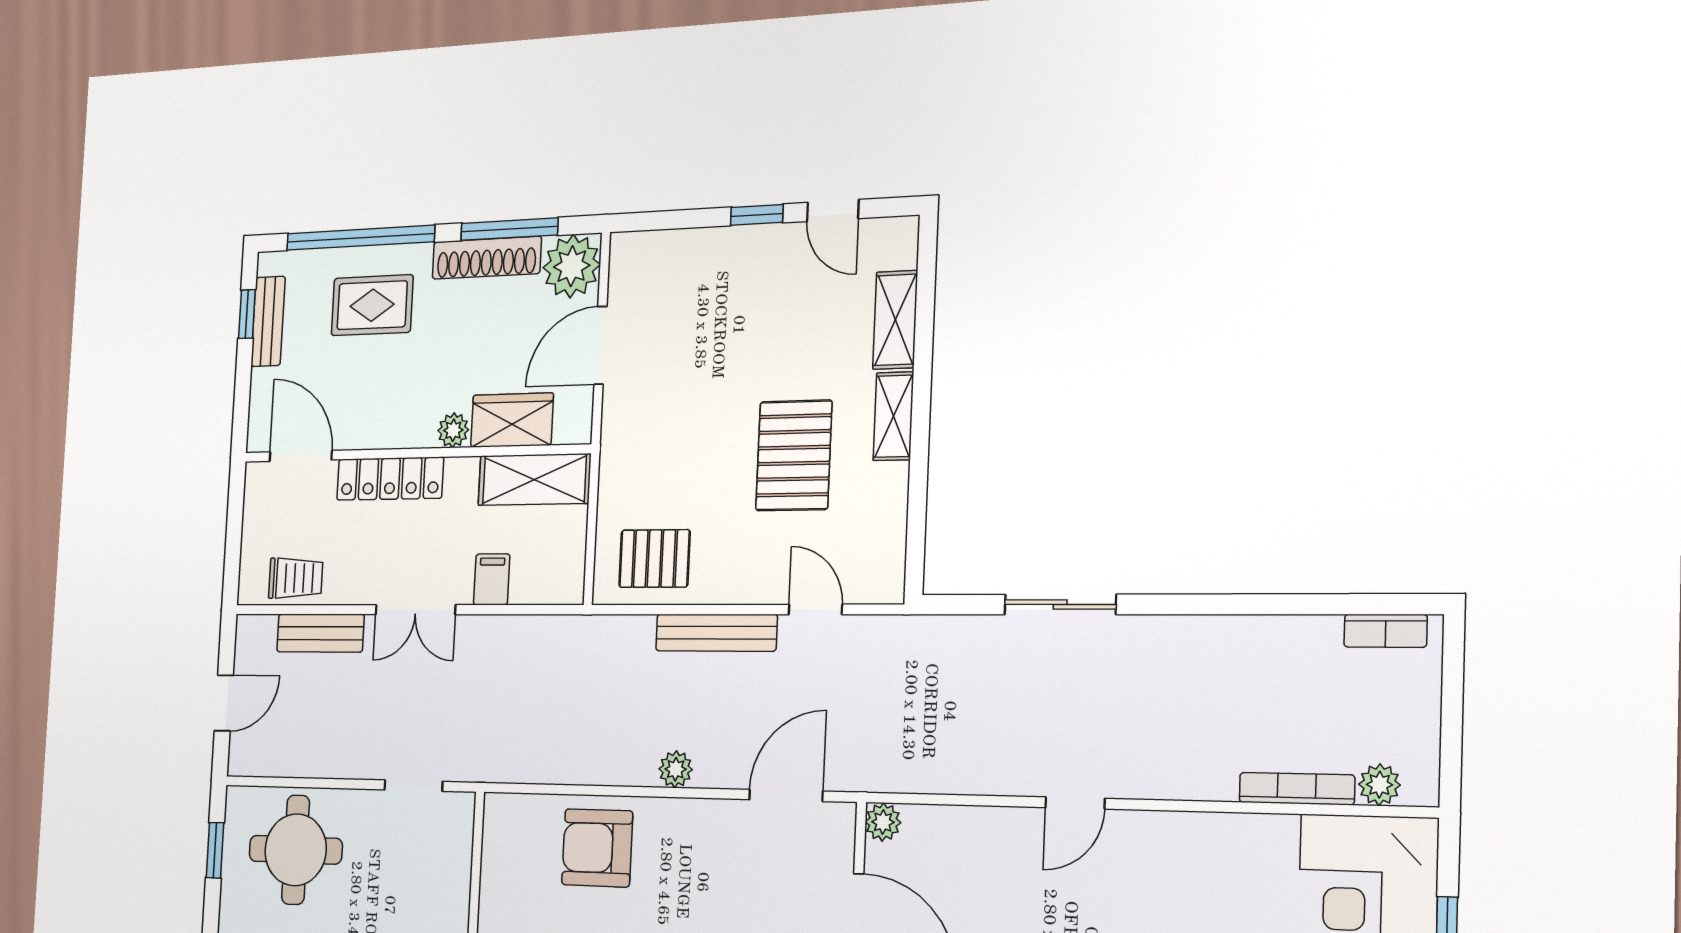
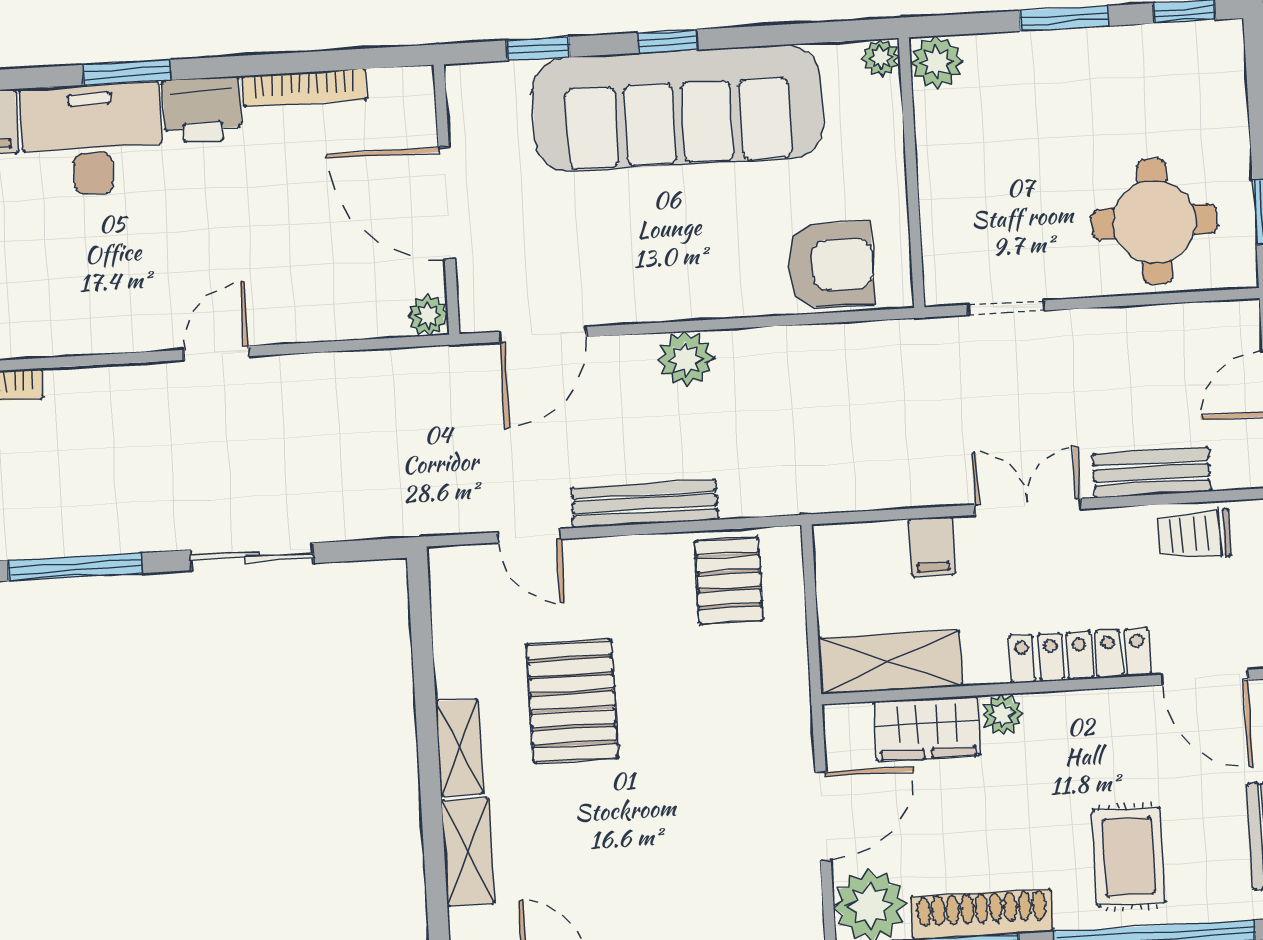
rug: (372, 305) -> (1129, 857), turned 90
pallet: (654, 559) -> (729, 581), turned 90
window: (1225, 604) -> (75, 567), added
plant: (676, 769) -> (686, 359), width x1.38, depth x1.38
armchair: (597, 848) -> (831, 265), moved

